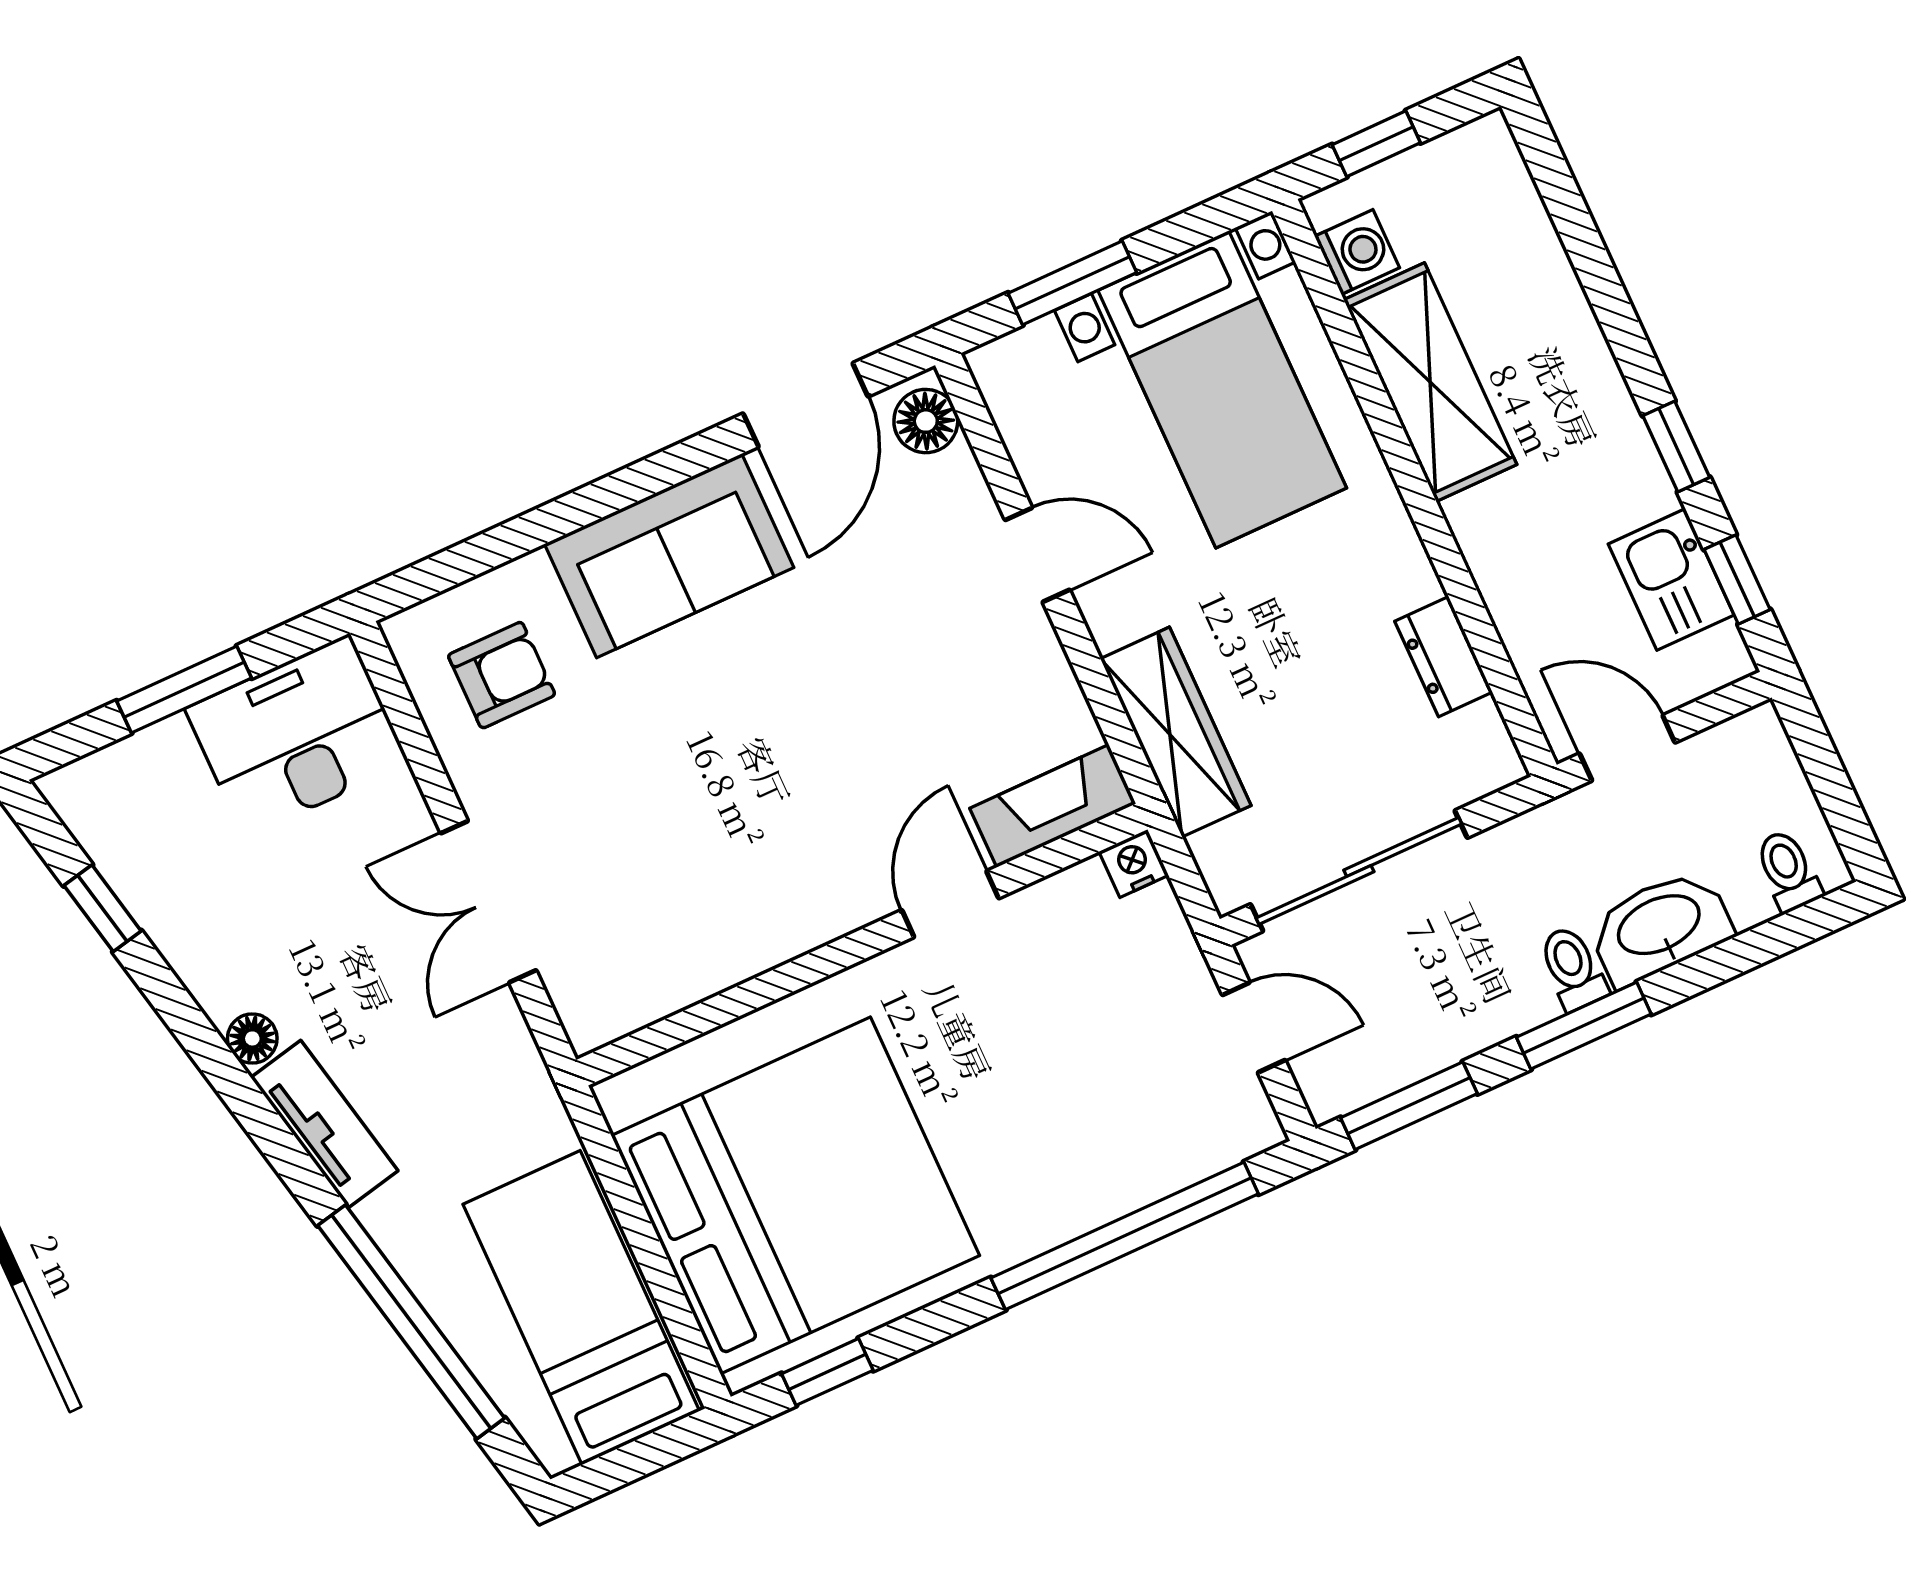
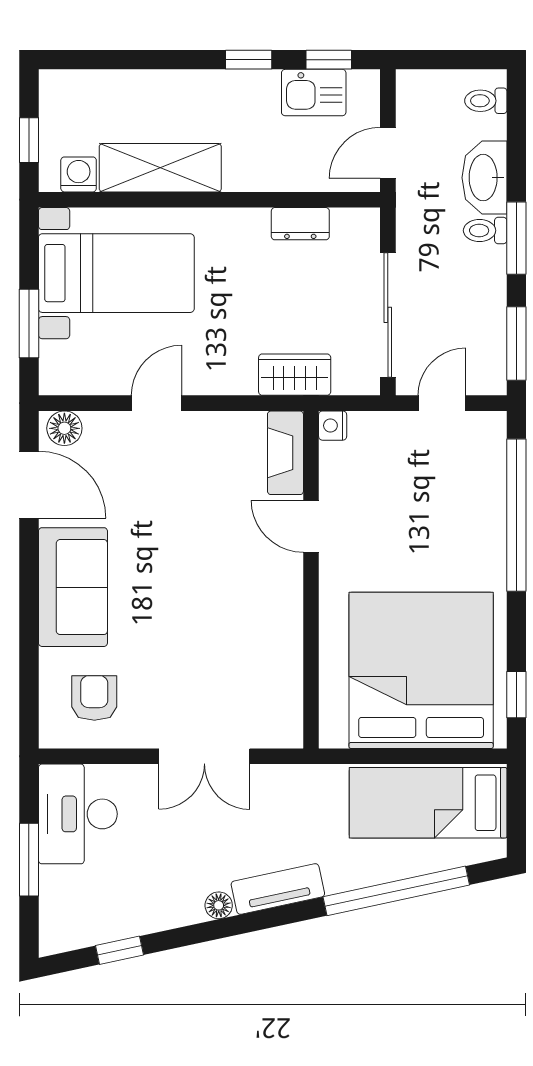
wardrobe: (1176, 732) -> (295, 375), width x0.67

